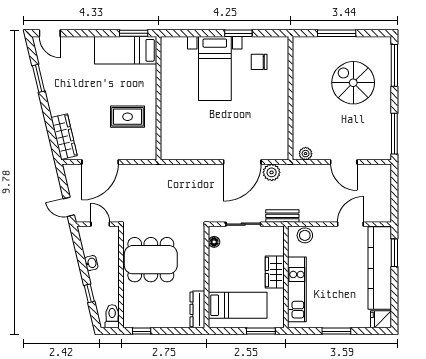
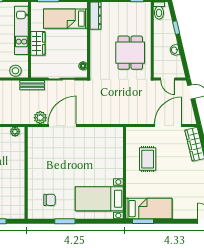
bed with nightstands: (215, 68) -> (99, 199), moved, turned -90
rug: (128, 117) -> (148, 159), turned 90
dining table: (151, 260) -> (130, 53), width x0.73

